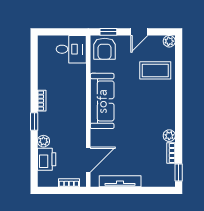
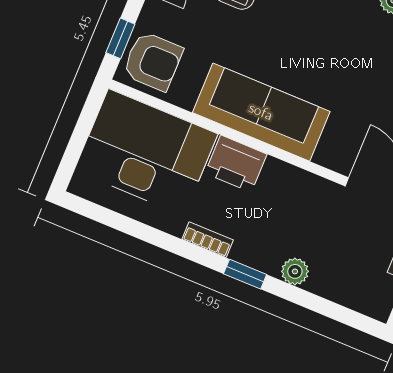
desk: (71, 49) -> (146, 152), width x1.87, depth x1.30
printer: (47, 159) -> (236, 164), moved, turned 180

